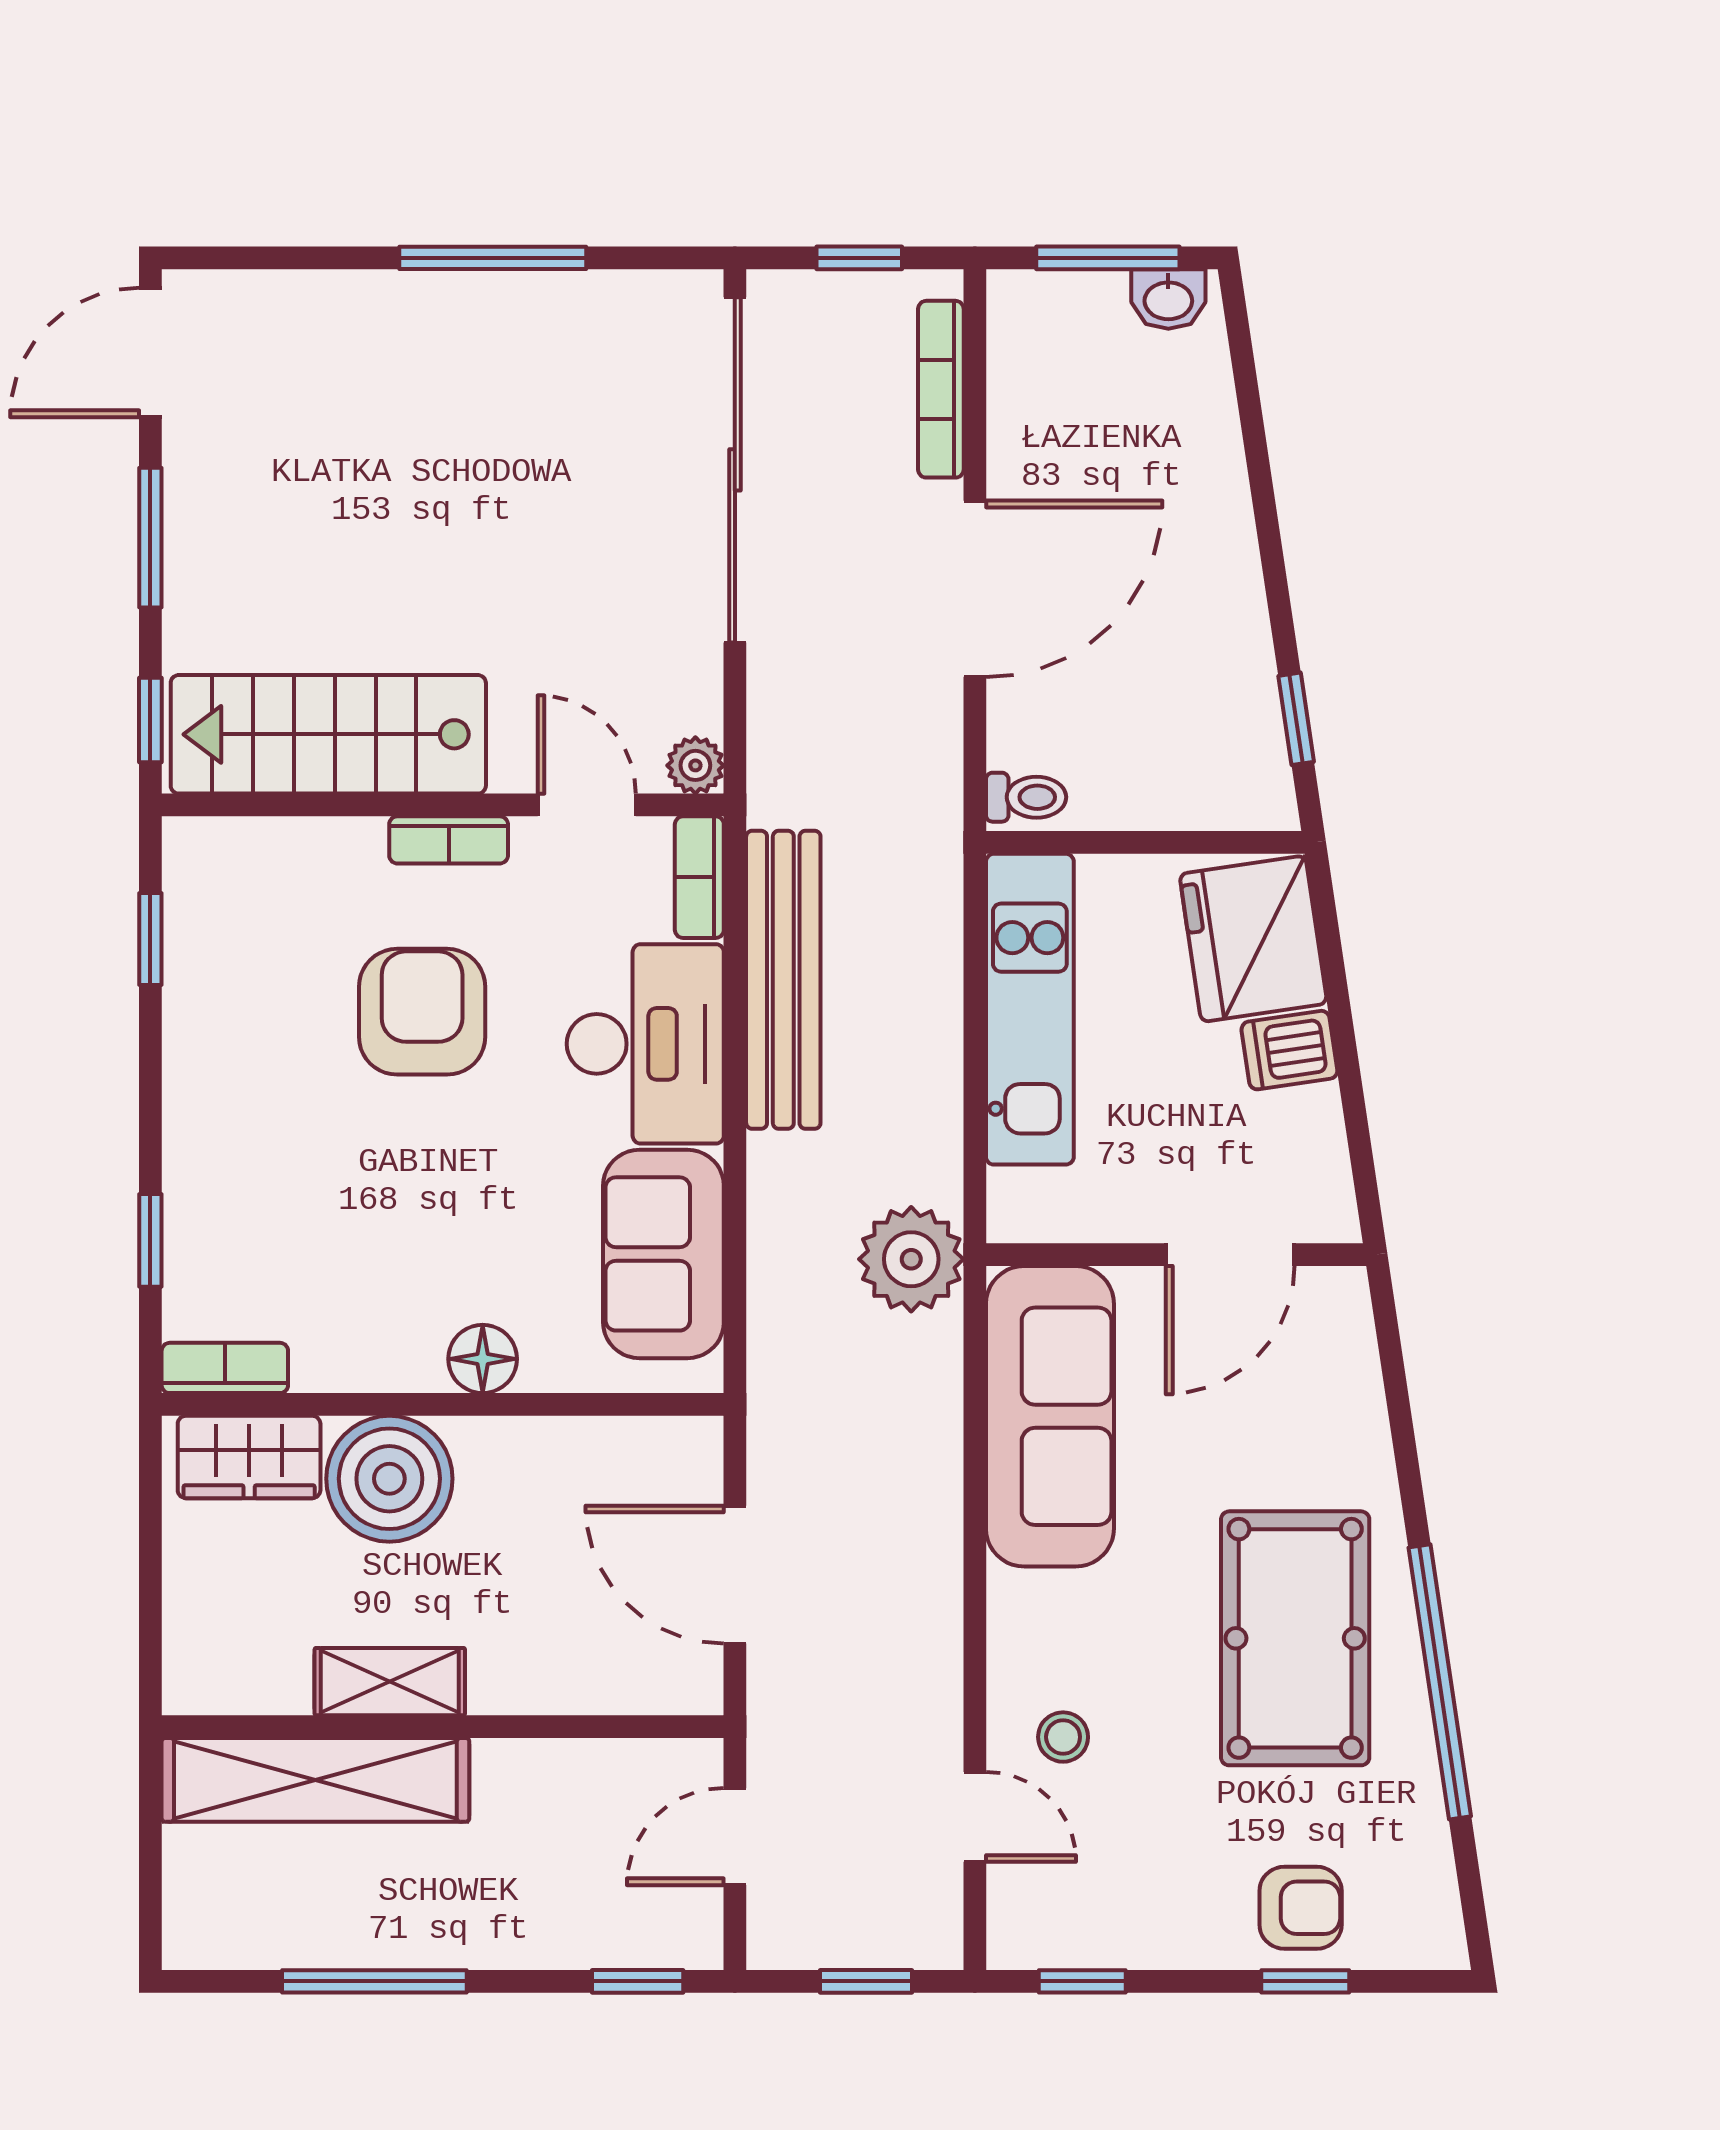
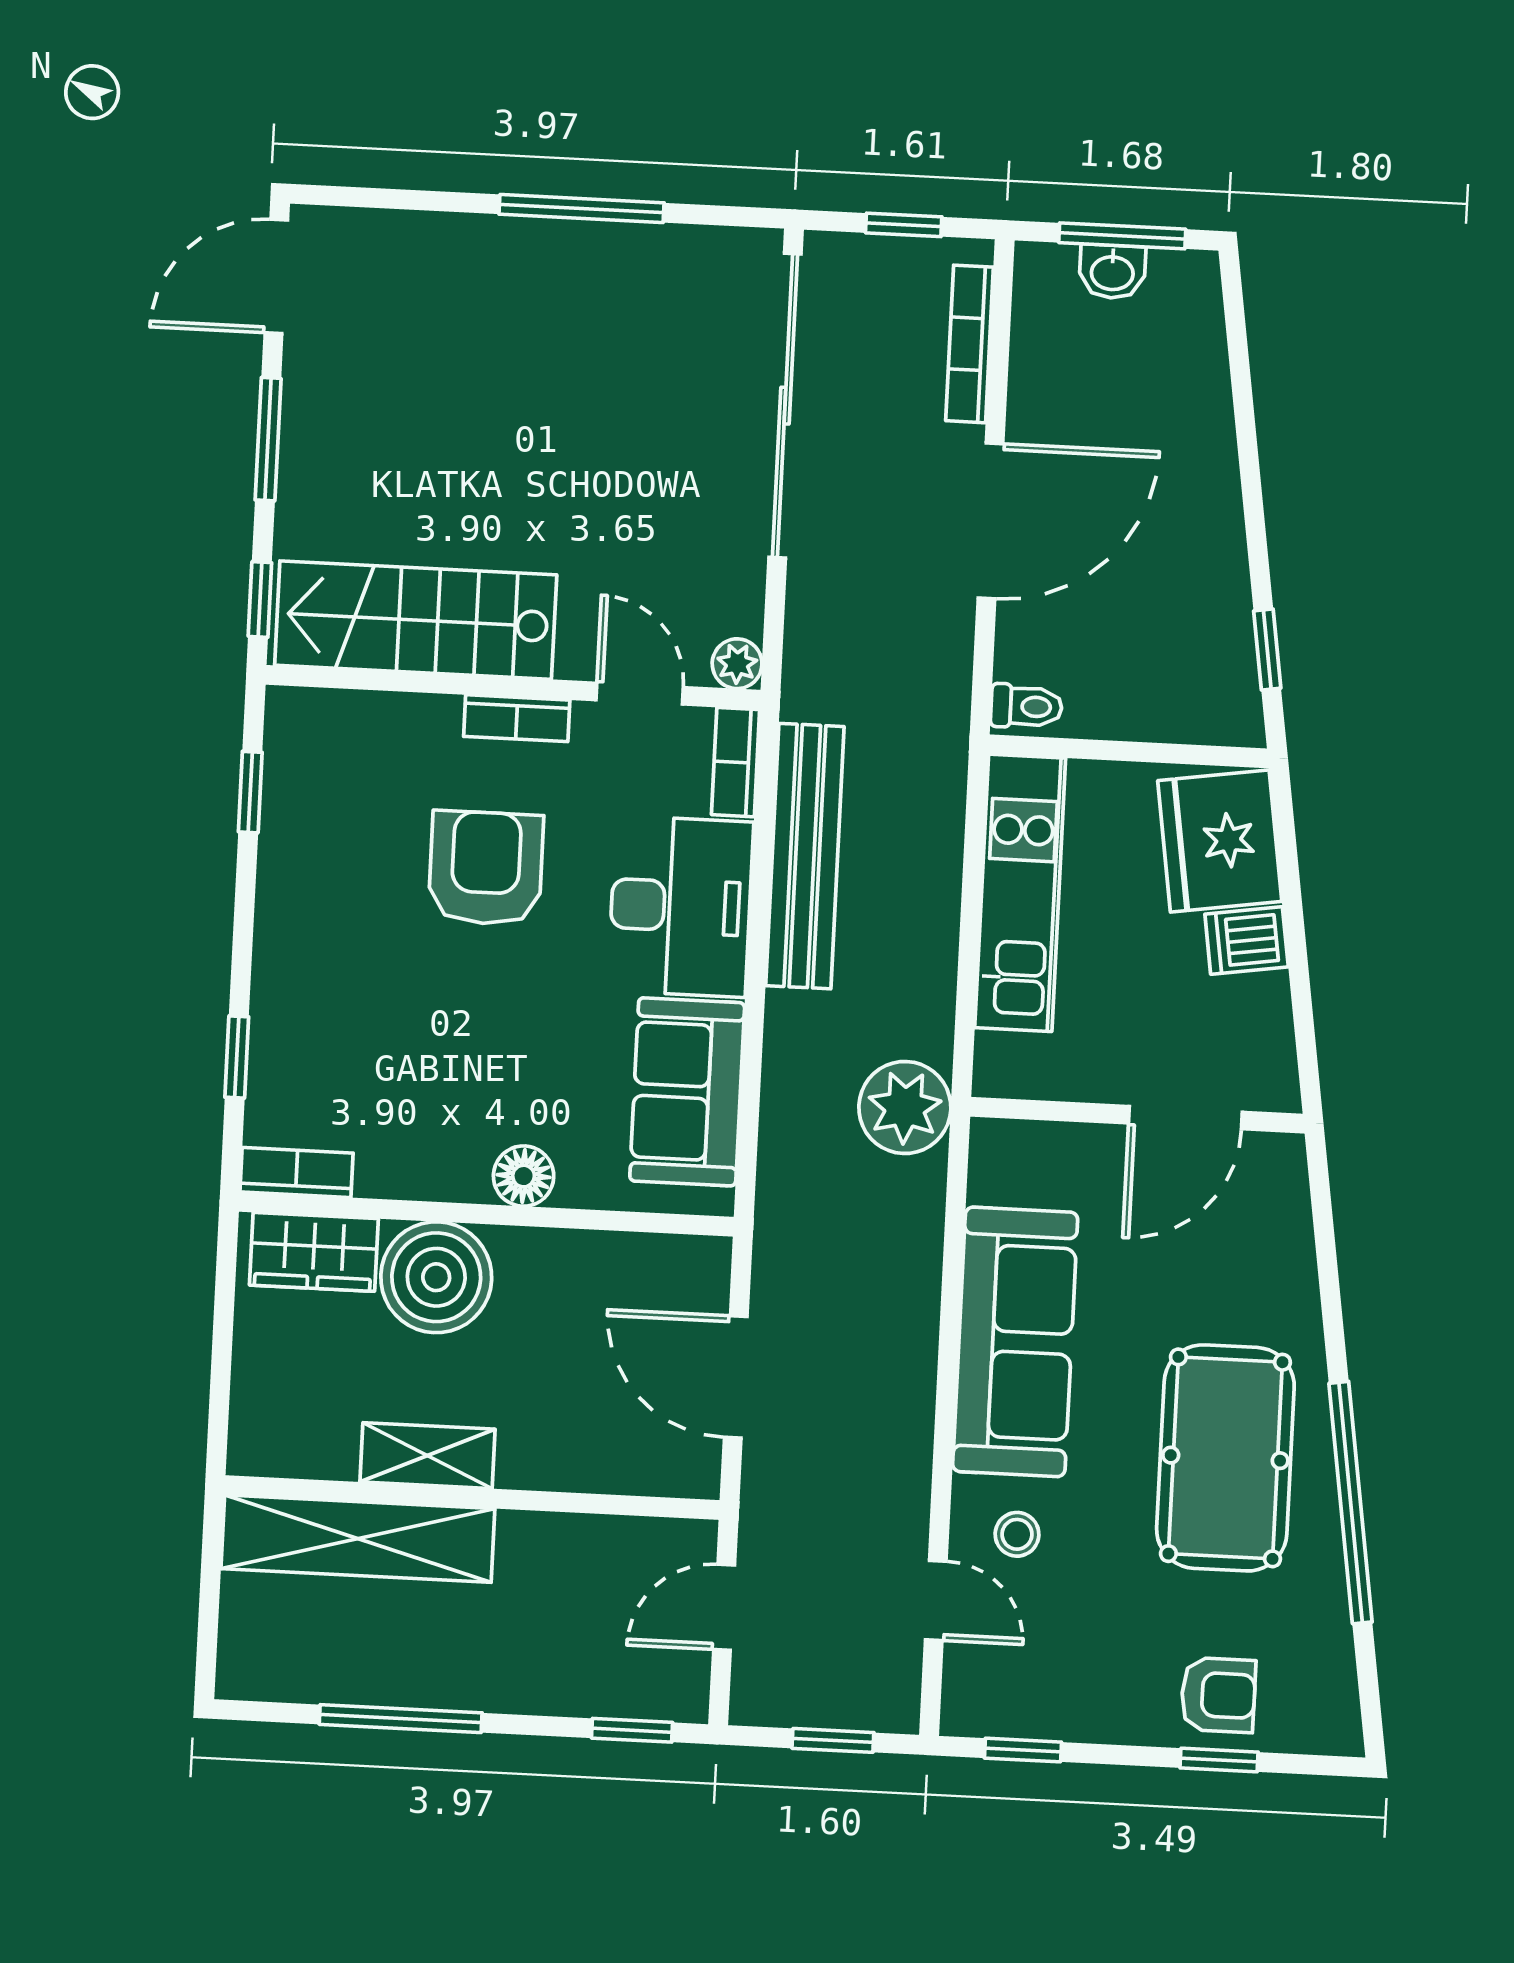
washbasin: (1168, 299) -> (1112, 272), moved
sofa: (1050, 1416) -> (1015, 1342), moved

